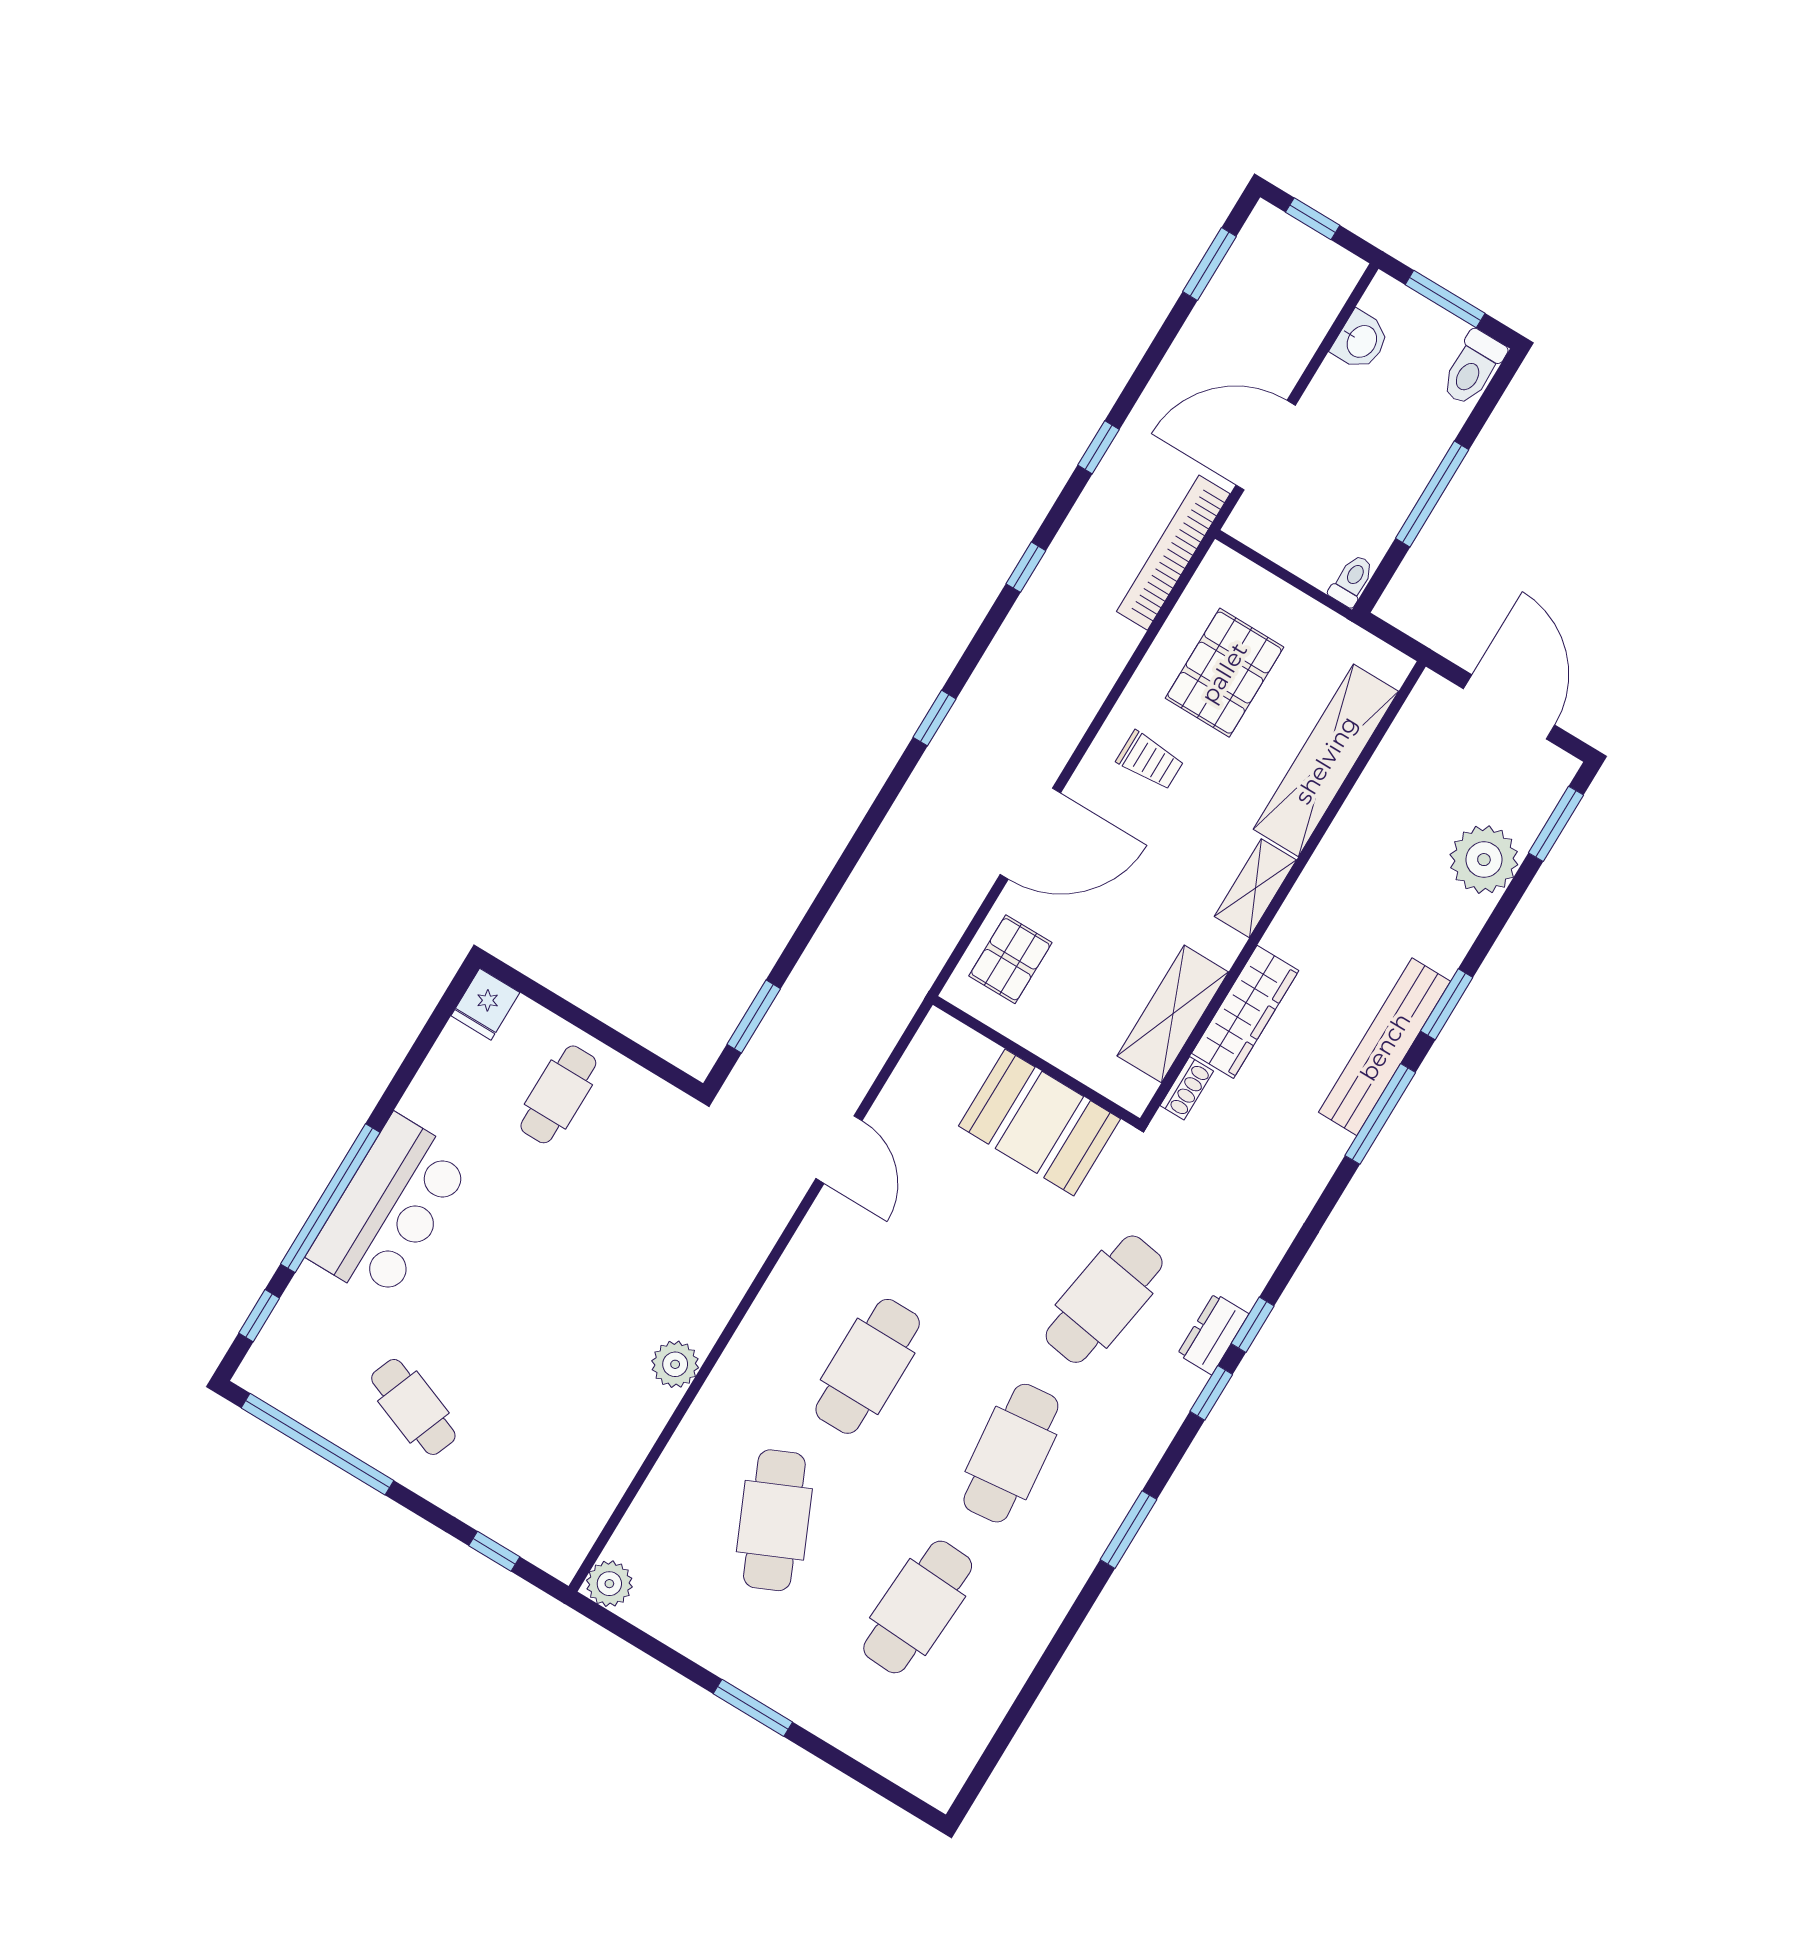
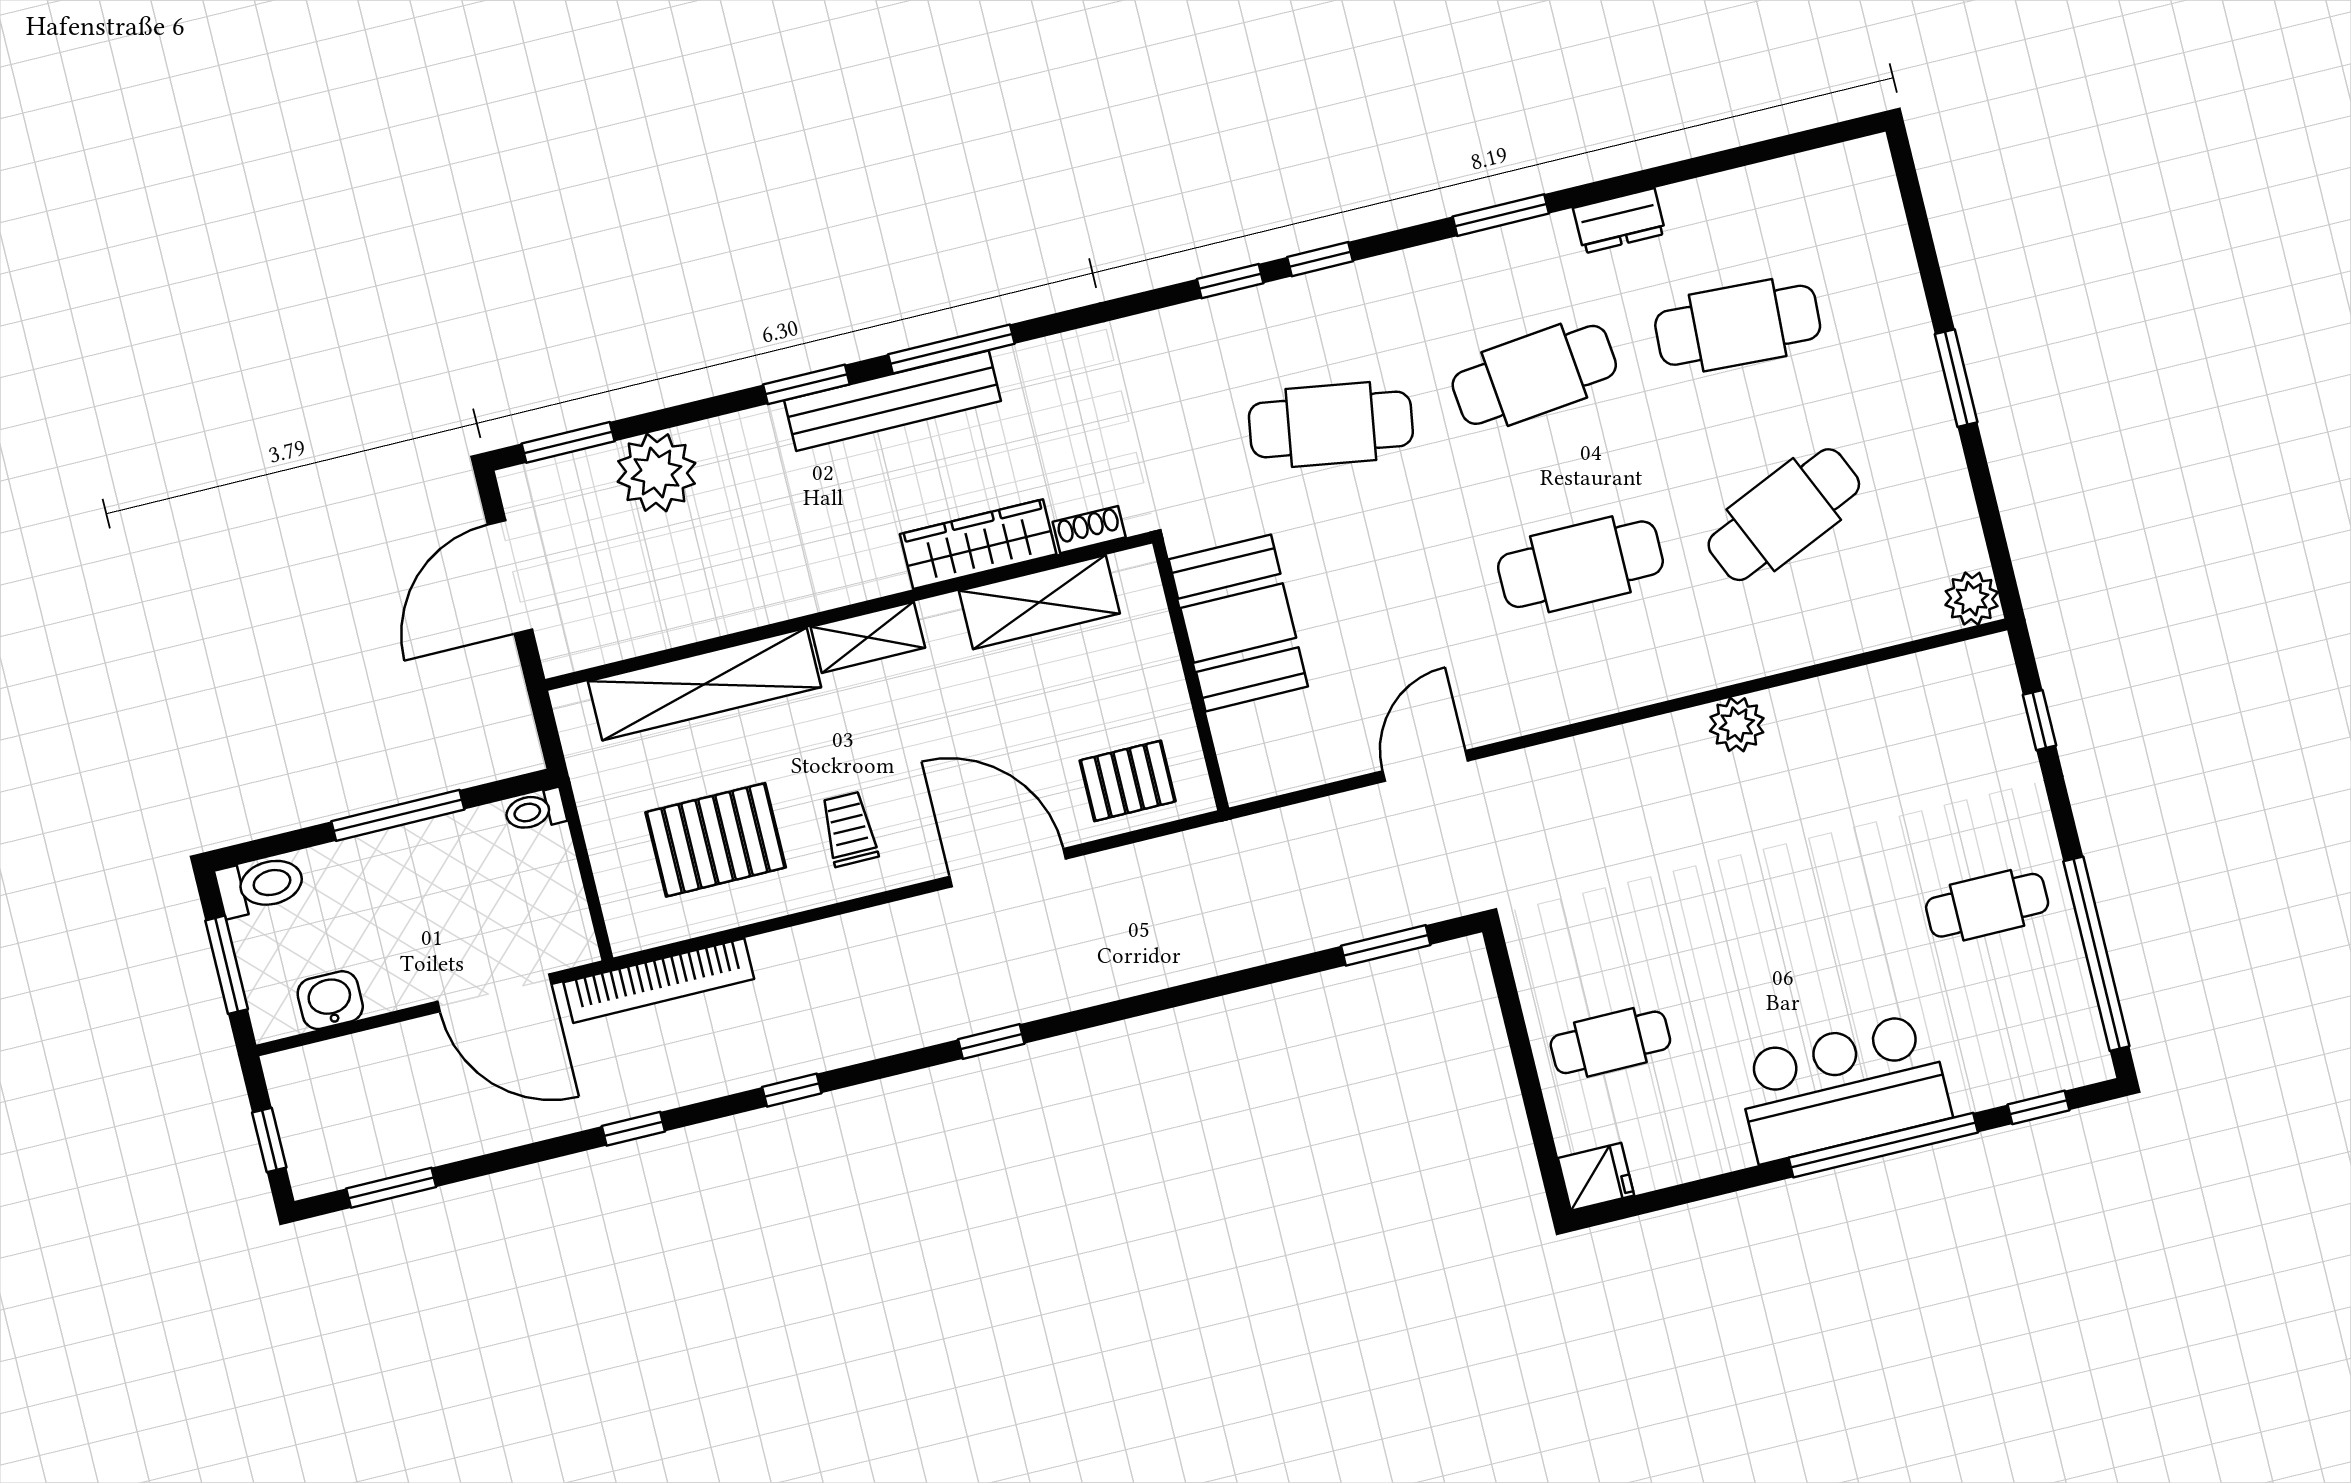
dresser: (1213, 1334) -> (1619, 221), moved
cafe table: (413, 1407) -> (1987, 905), turned 69

